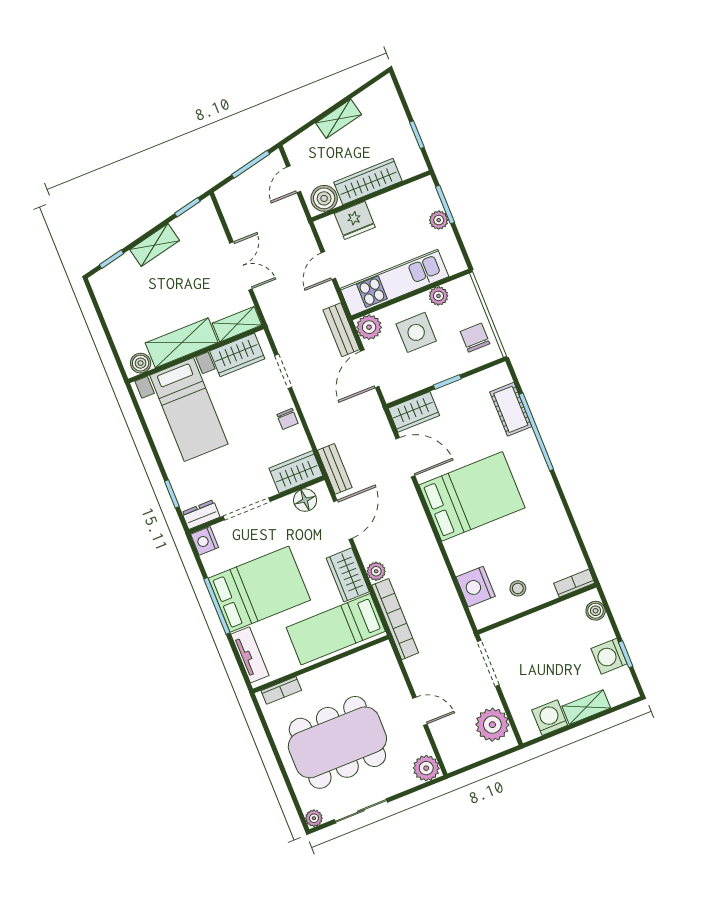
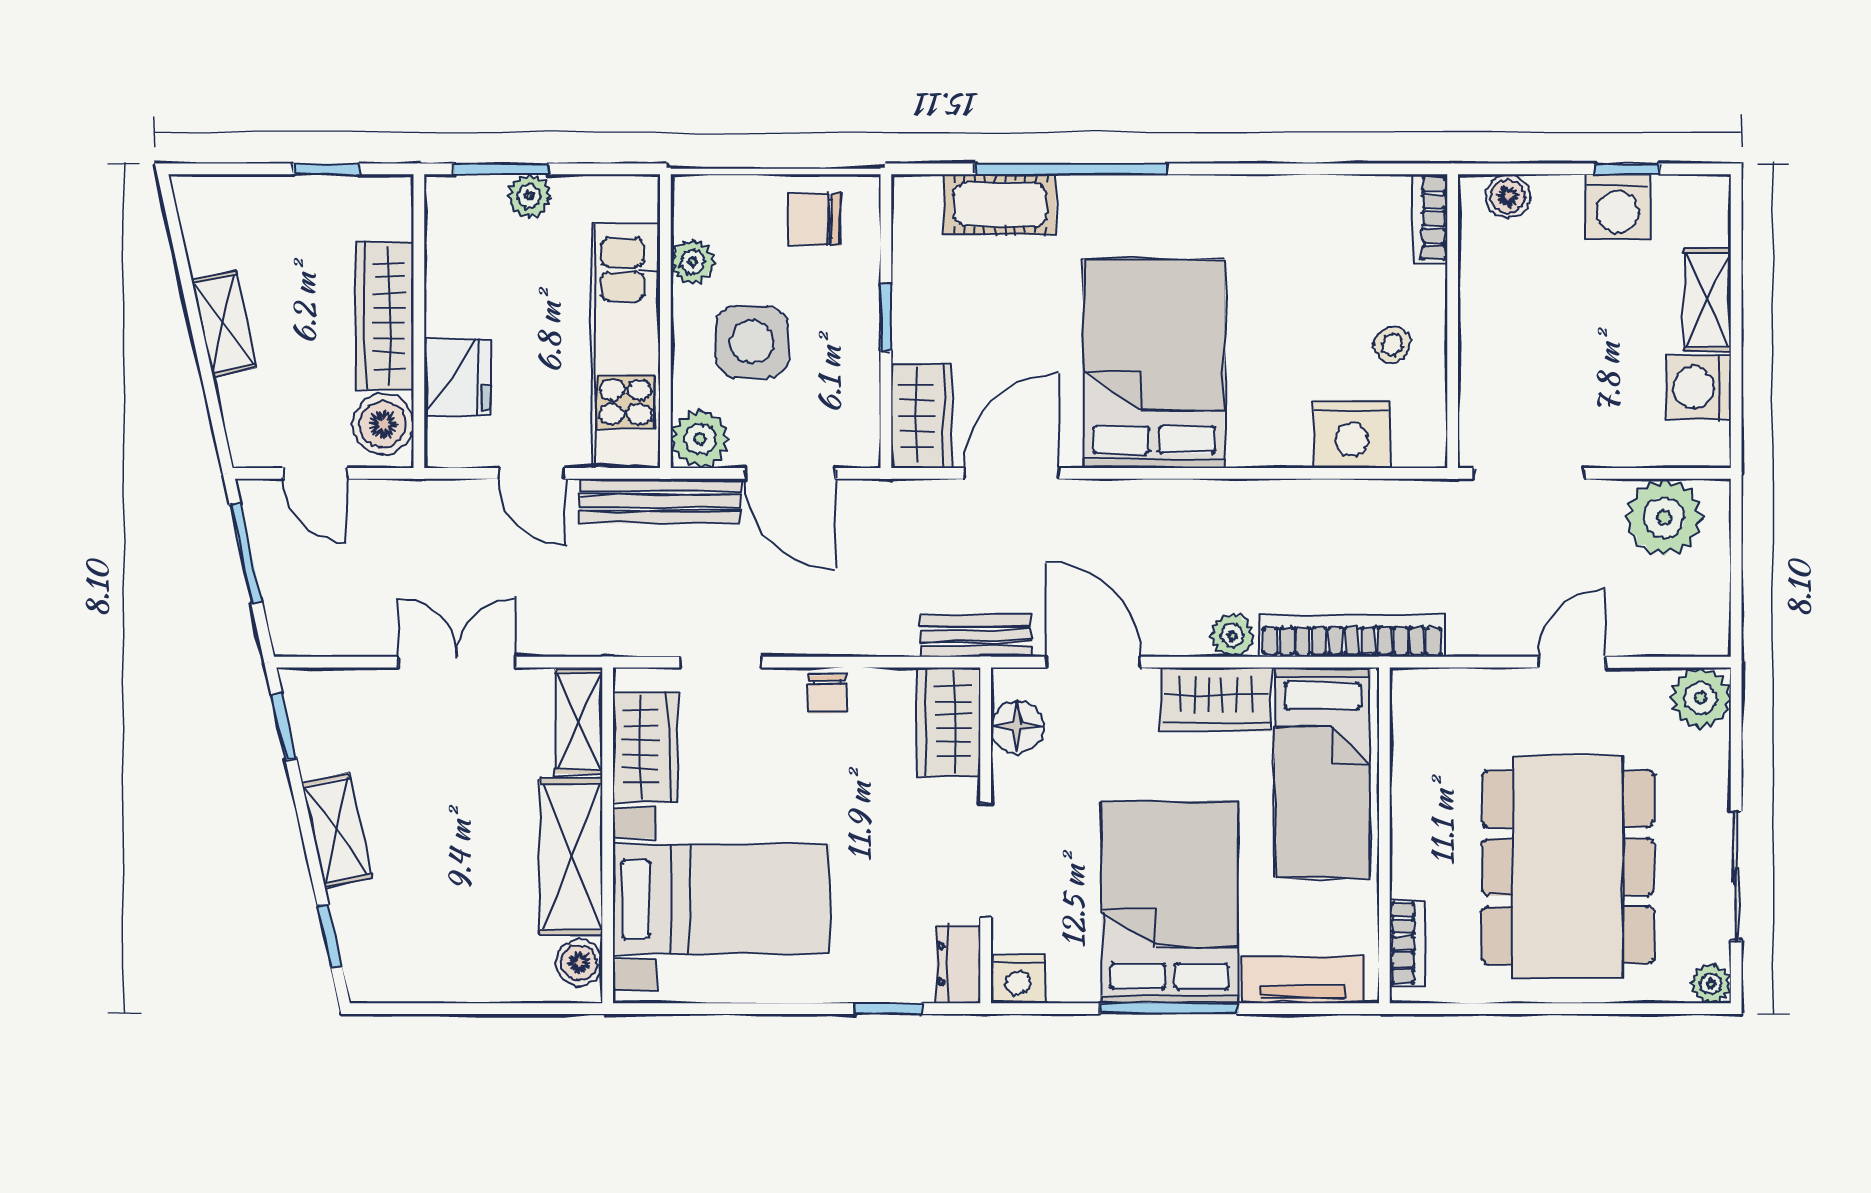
bench: (341, 330) -> (660, 501), width x1.36
chair: (287, 419) -> (827, 694), turned 89

